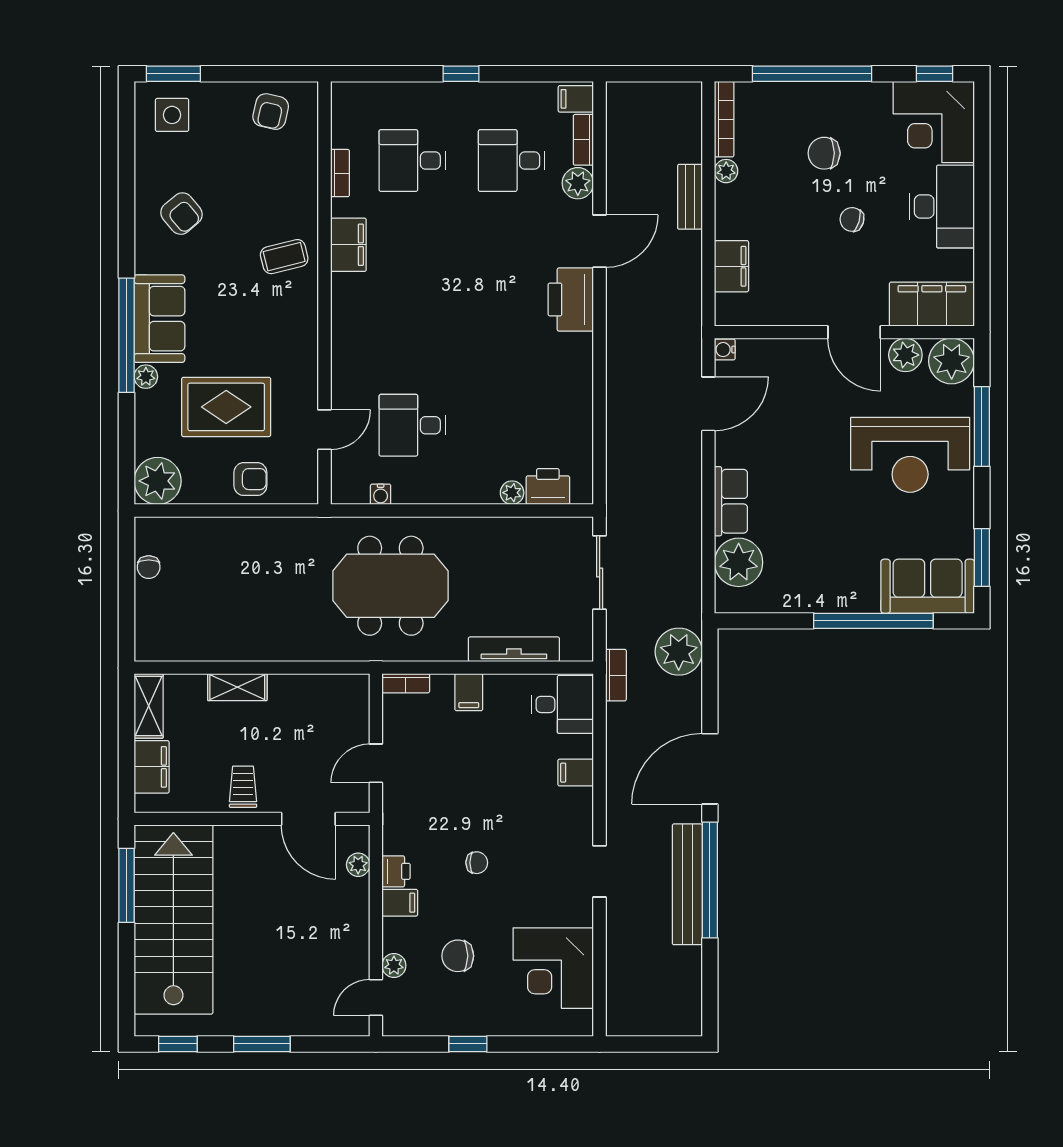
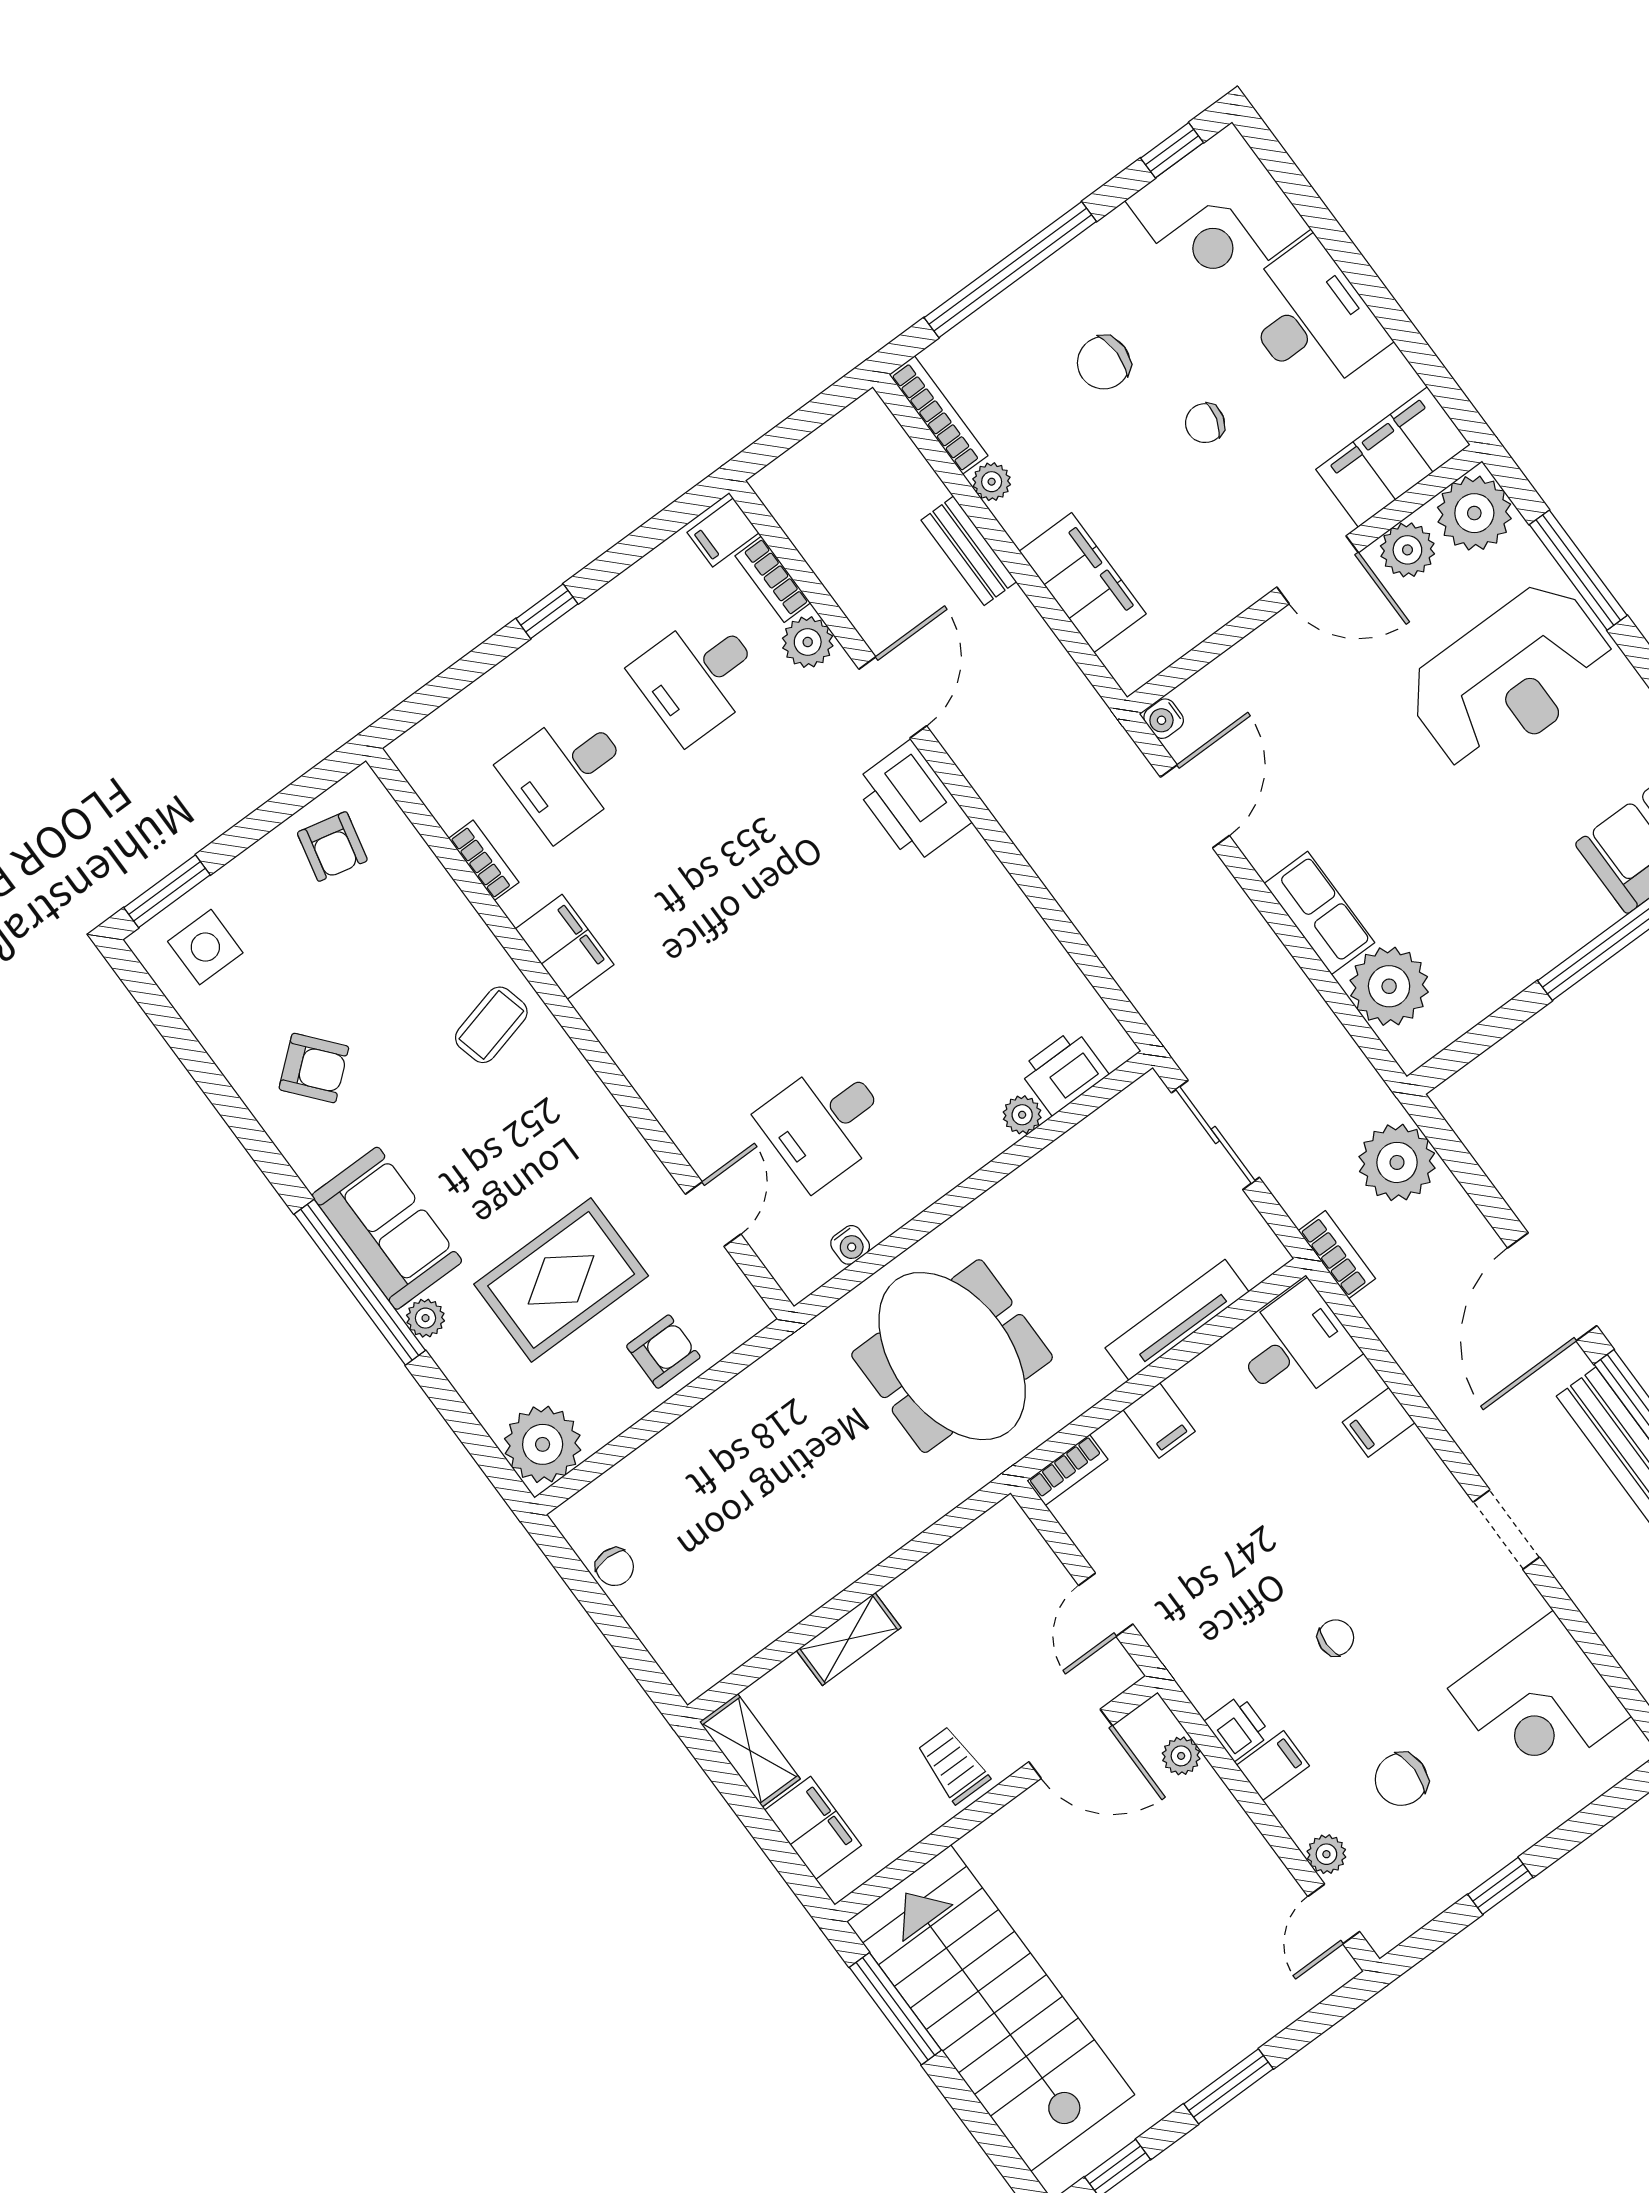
filing cabinet: (731, 266) -> (1083, 582), width x1.50, depth x1.17
meeting table: (390, 586) -> (952, 1356), turned 90

